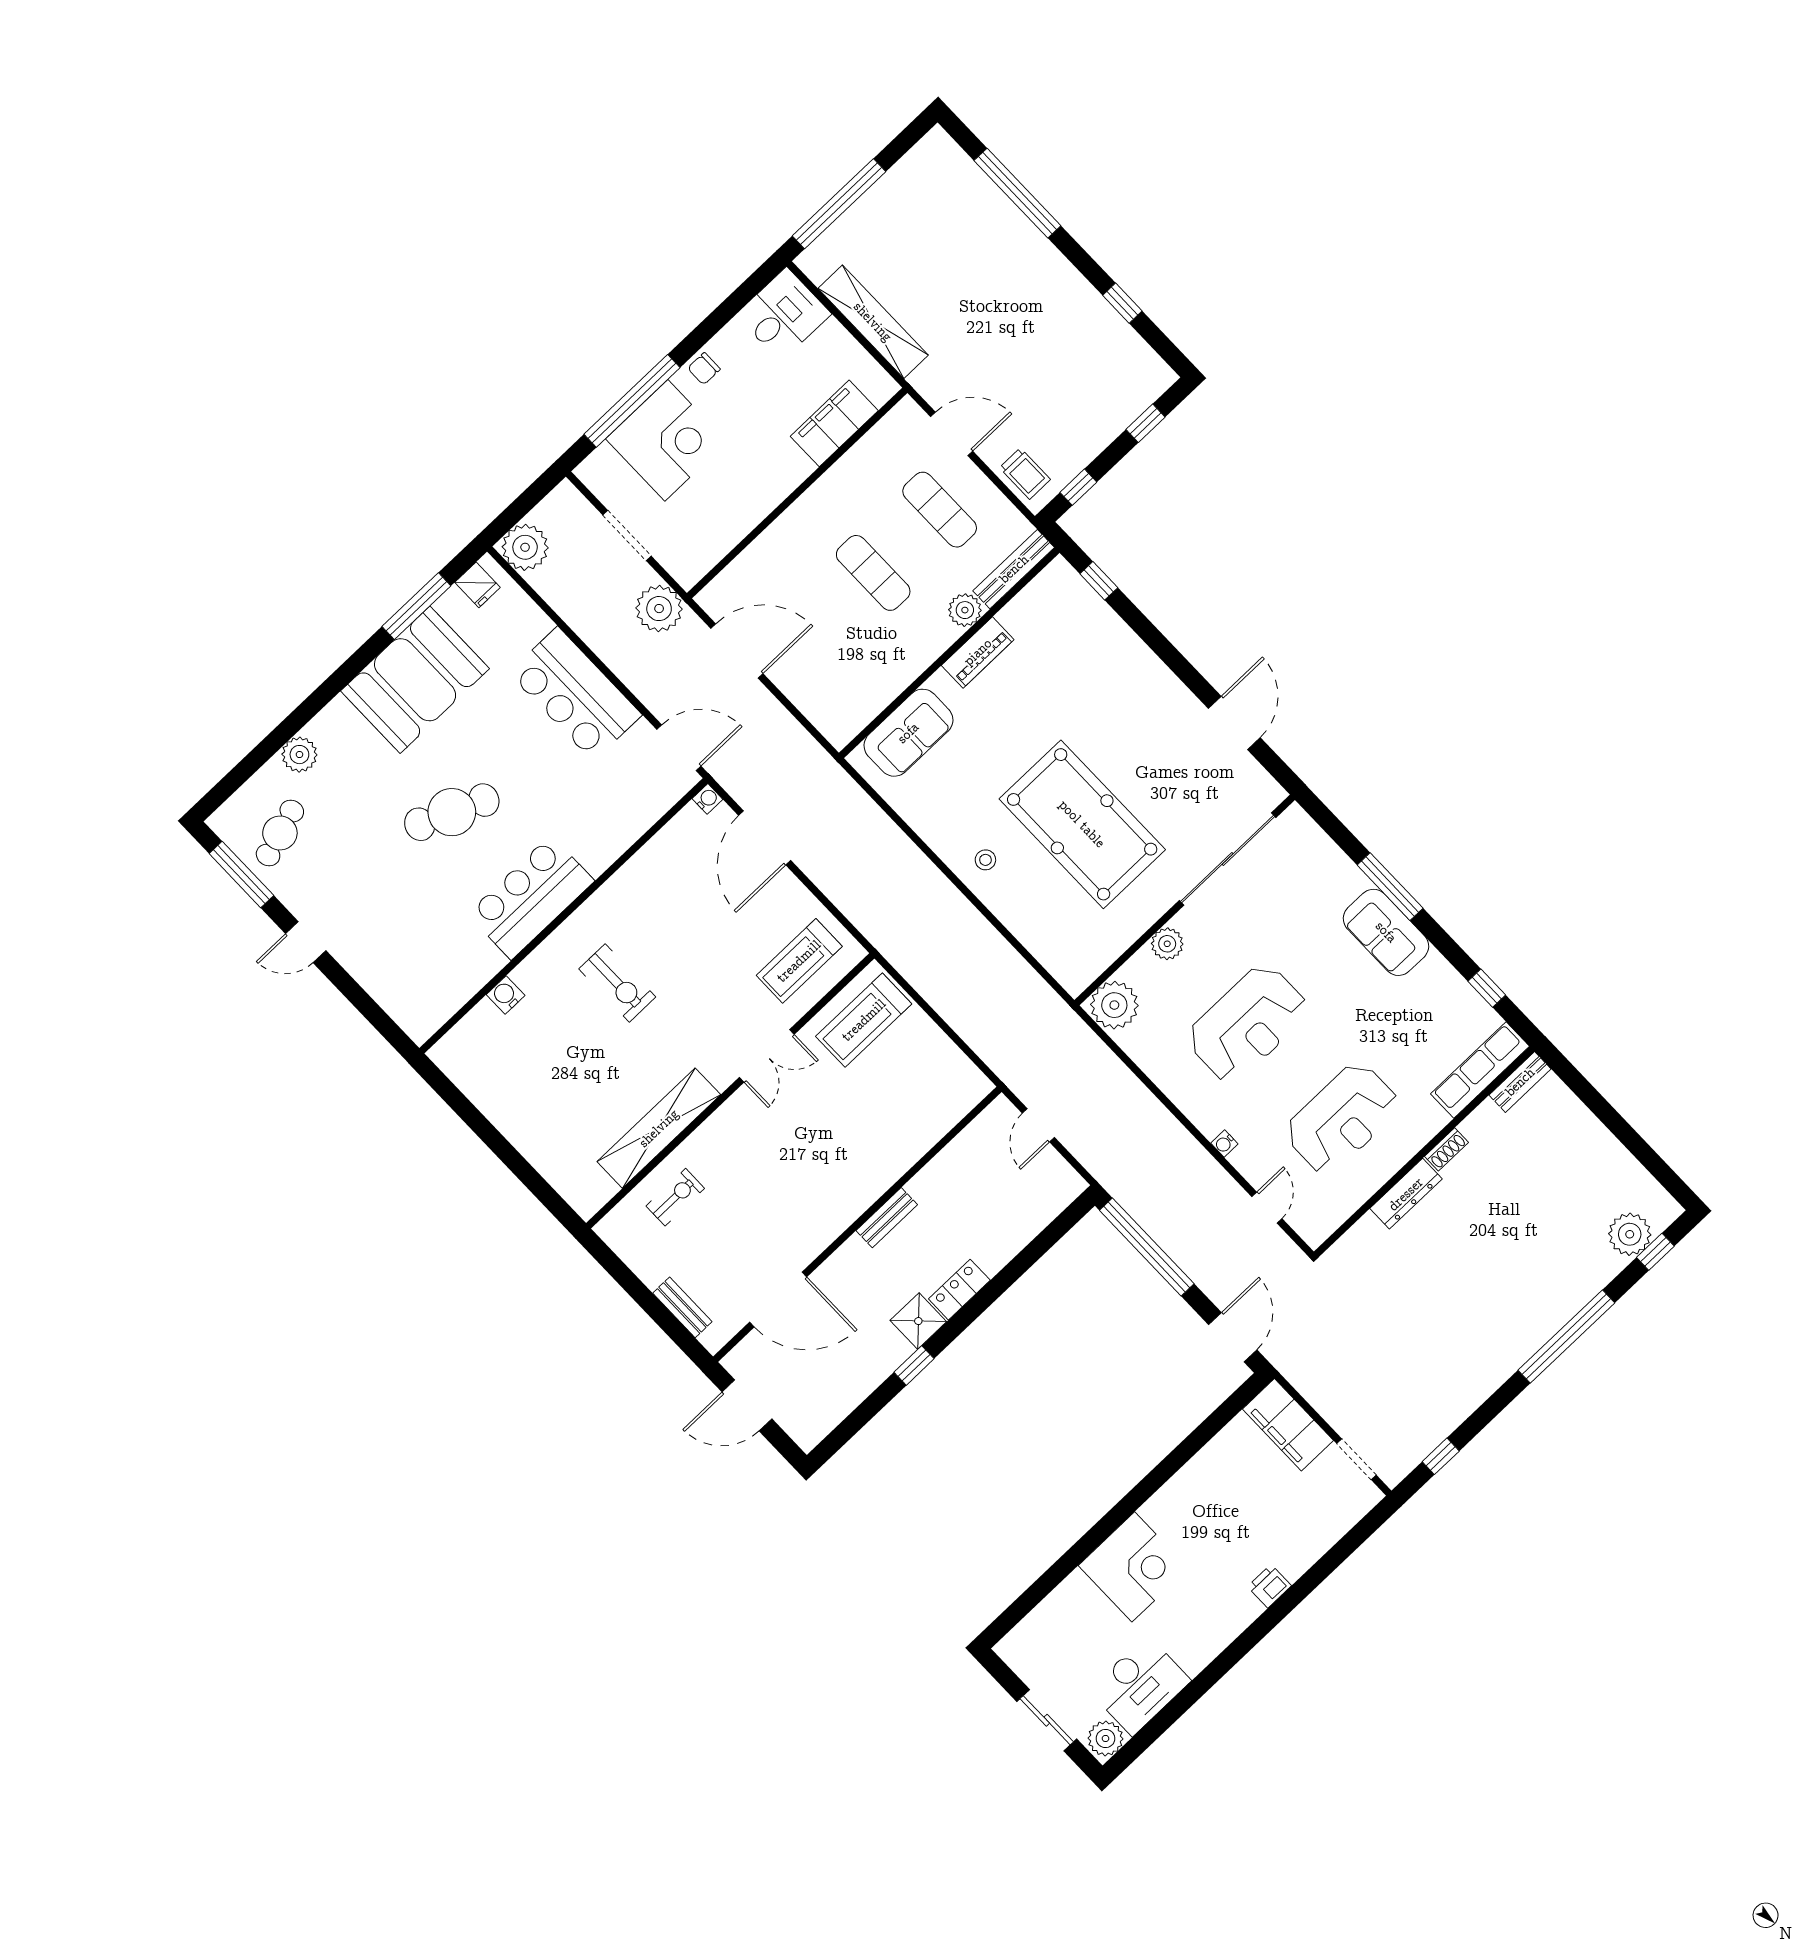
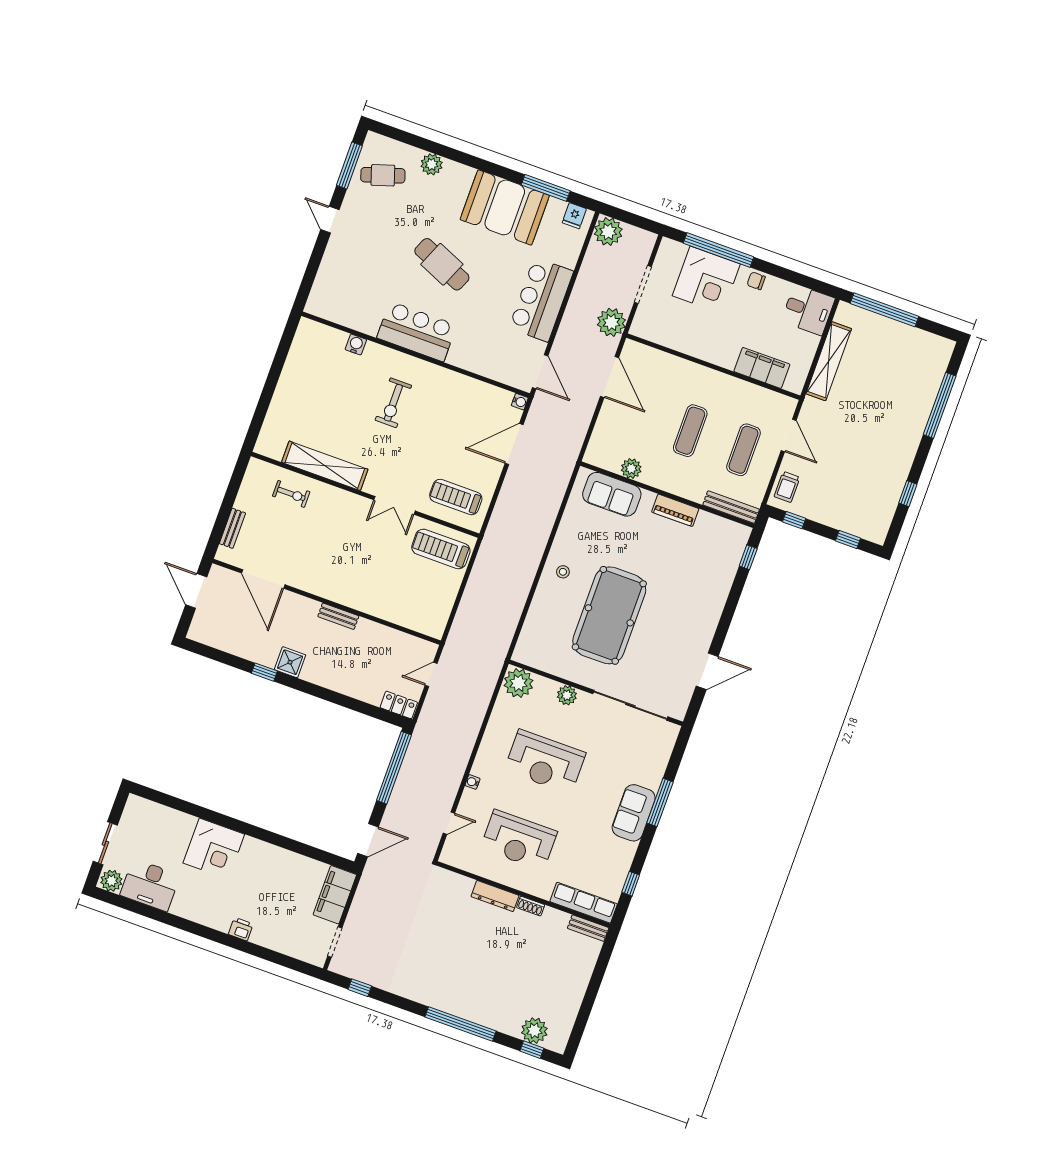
plant: (965, 610) -> (631, 468), moved
locker: (959, 1290) -> (399, 705), moved

